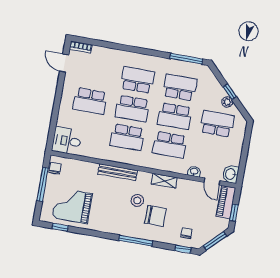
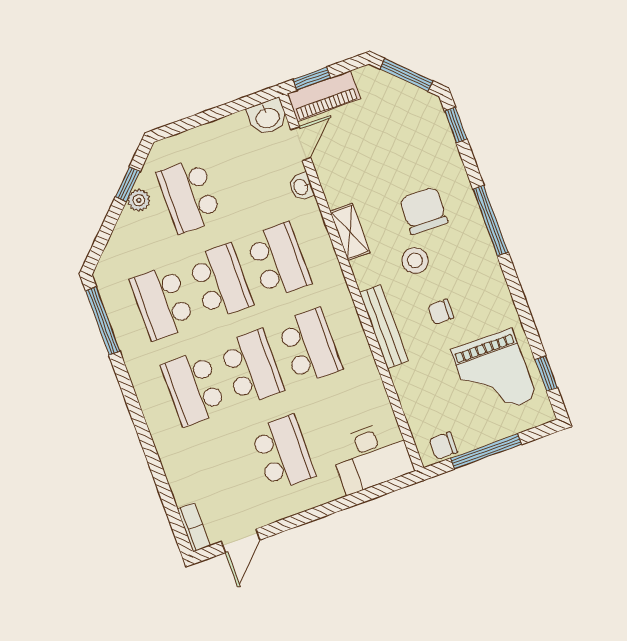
window: (230, 92) -> (128, 184), moved
desk: (67, 141) -> (371, 457), width x1.37
window: (234, 213) -> (312, 79), moved
chair: (186, 233) -> (441, 312), moved

